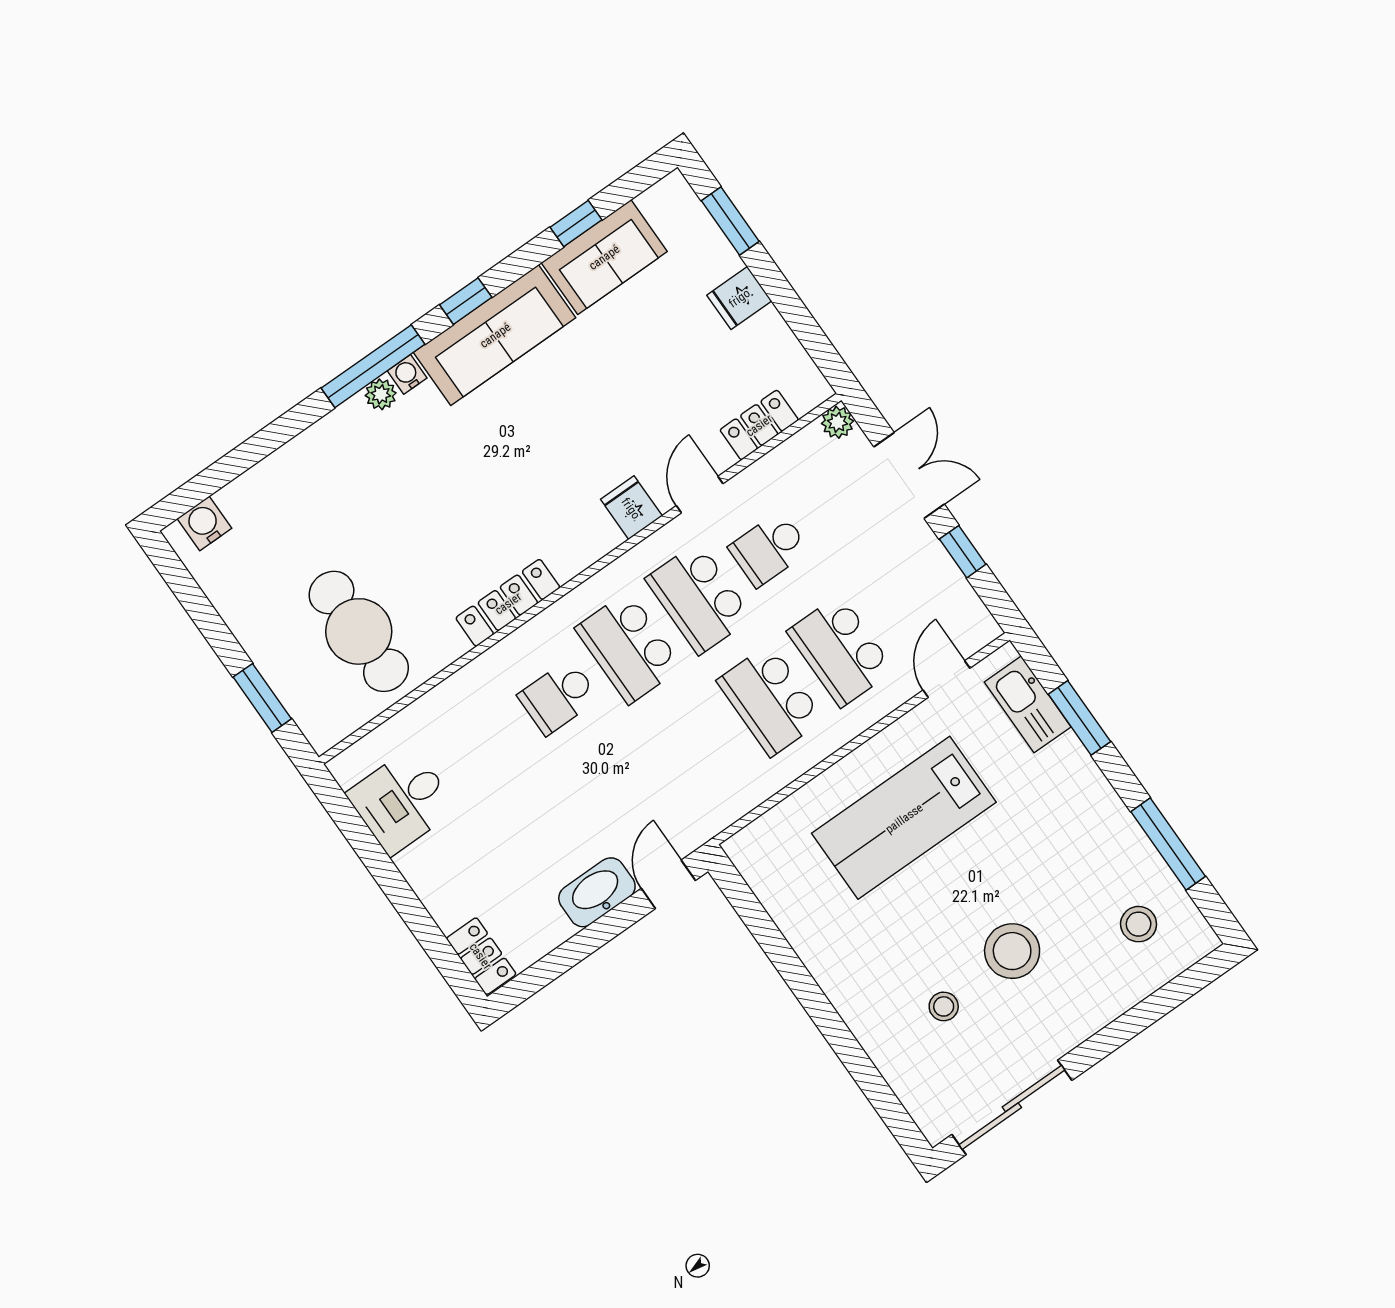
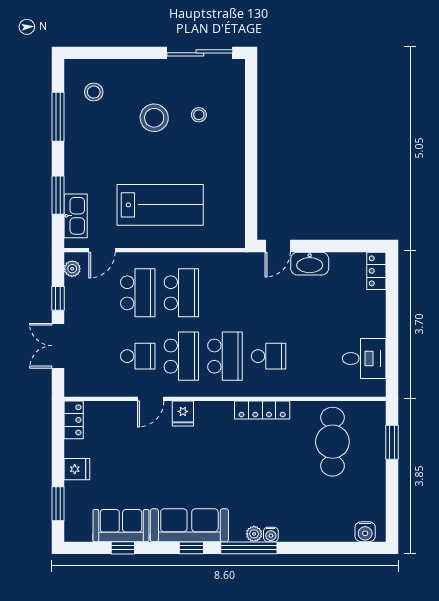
water cooler: (407, 374) -> (271, 534), moved
plant: (838, 422) -> (72, 269), moved
locker: (759, 425) -> (74, 420), moved, turned -90

